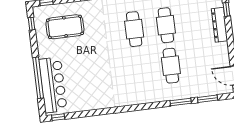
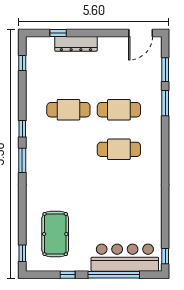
window: (31, 24) -> (68, 275), moved
cafe table: (134, 29) -> (119, 149), moved

